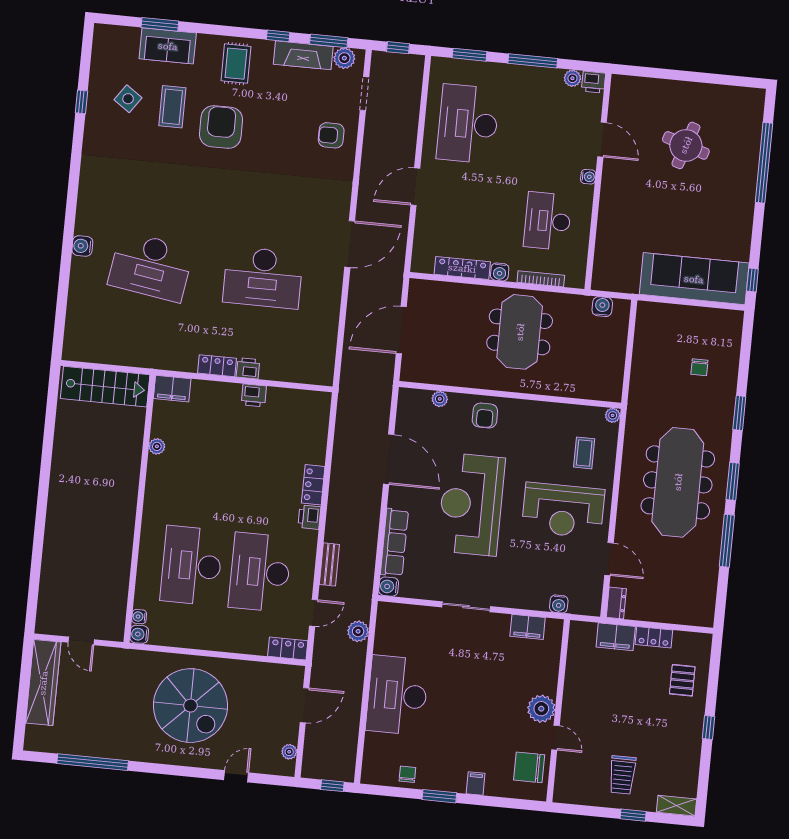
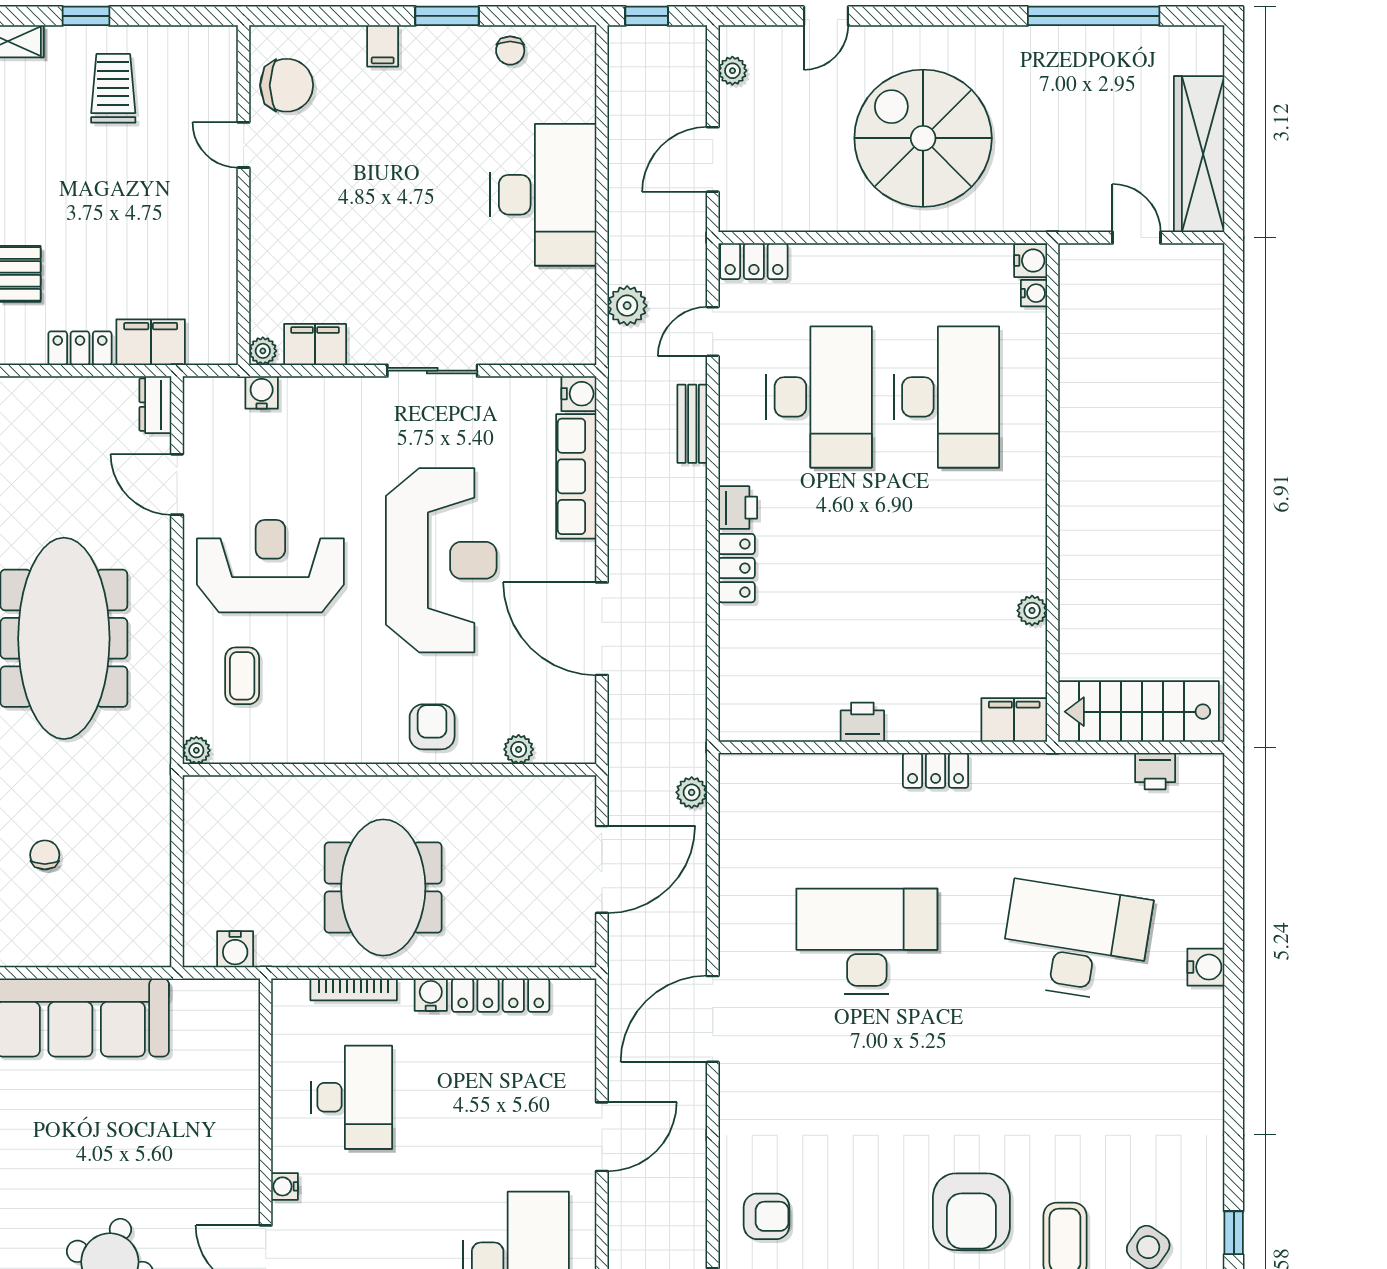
plant: (349, 367) -> (692, 792), added
printer: (248, 368) -> (1155, 771), moved
plant: (541, 709) -> (263, 351), moved, width x0.53, depth x0.53

